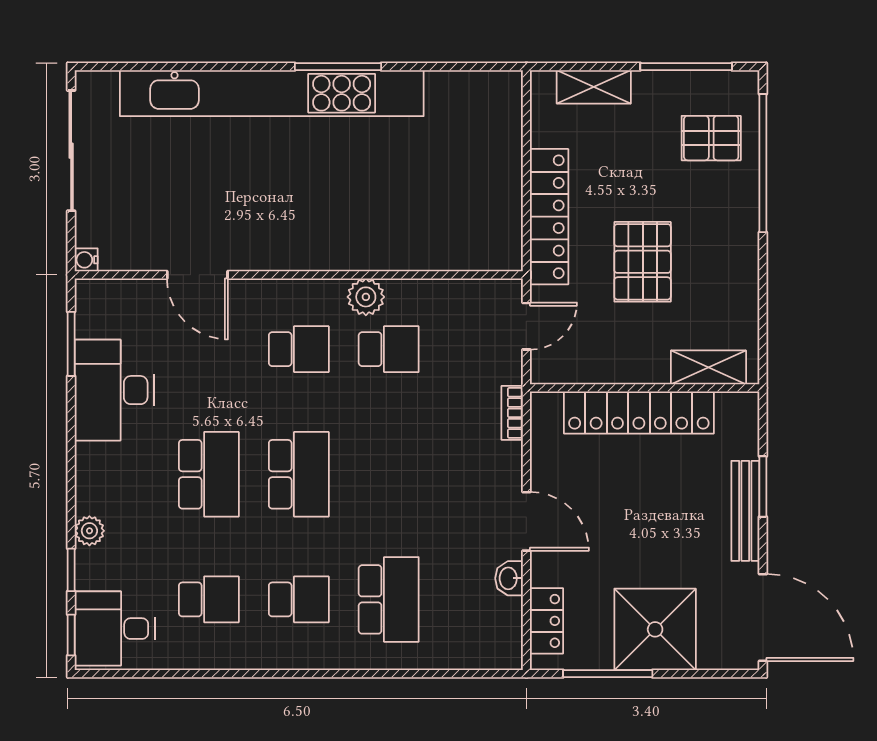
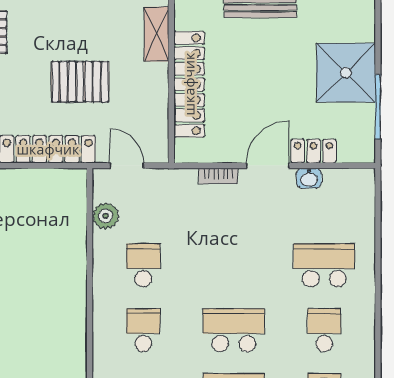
plant: (366, 297) -> (106, 216), moved
bookcase: (512, 413) -> (218, 176), moved
locker: (546, 621) -> (313, 151), moved

